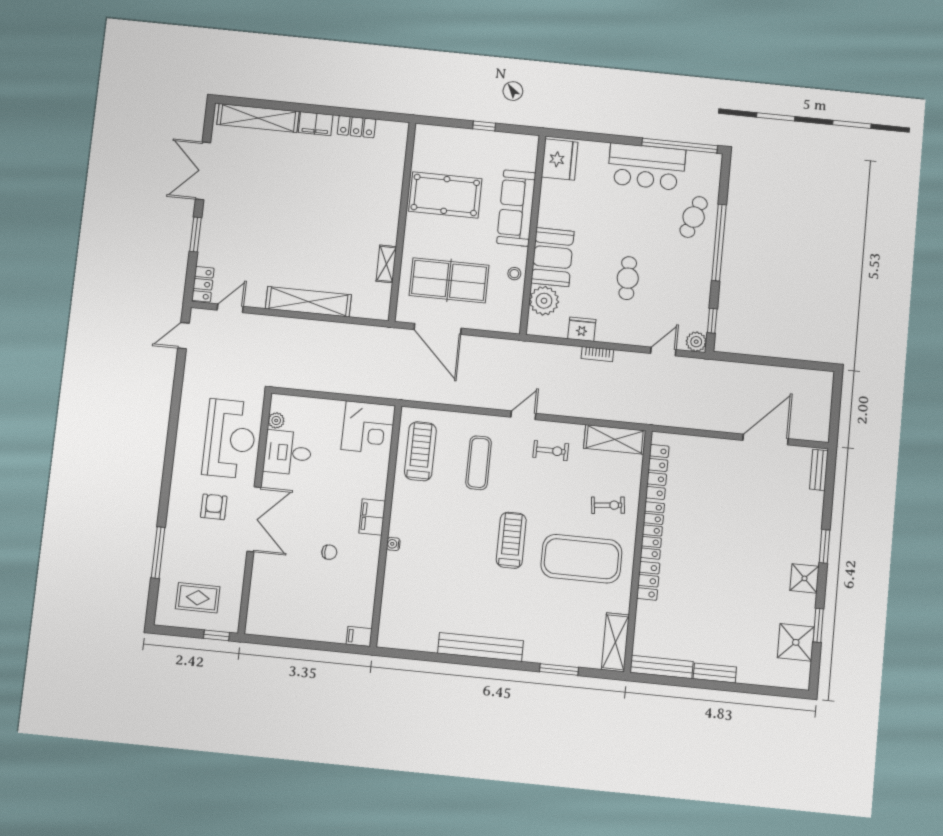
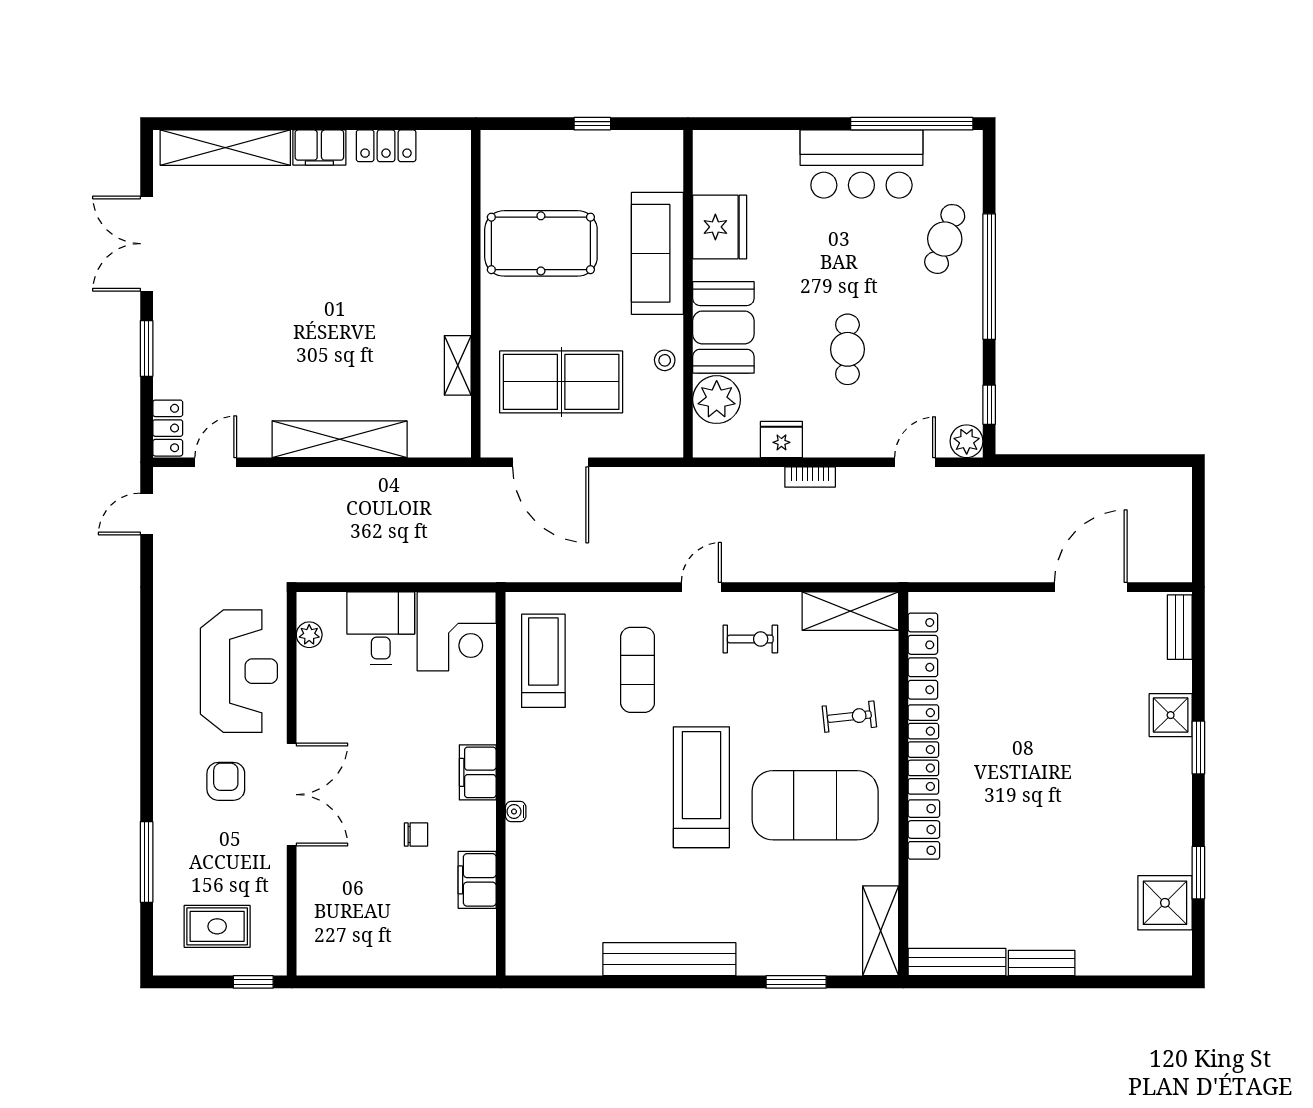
fridge: (560, 159) -> (720, 227), moved
desk: (287, 453) -> (381, 628), moved, turned 90
treadmill: (511, 540) -> (701, 787), width x1.37, depth x1.38
shower: (804, 578) -> (1171, 715), moved
filing cabinet: (359, 636) -> (477, 880), moved, width x2.00

